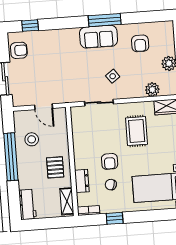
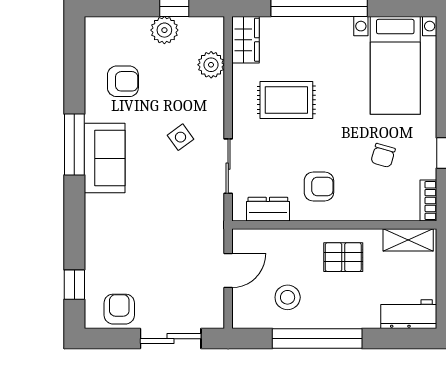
armchair: (110, 161) -> (319, 186), moved
dresser: (82, 181) -> (268, 209), moved

